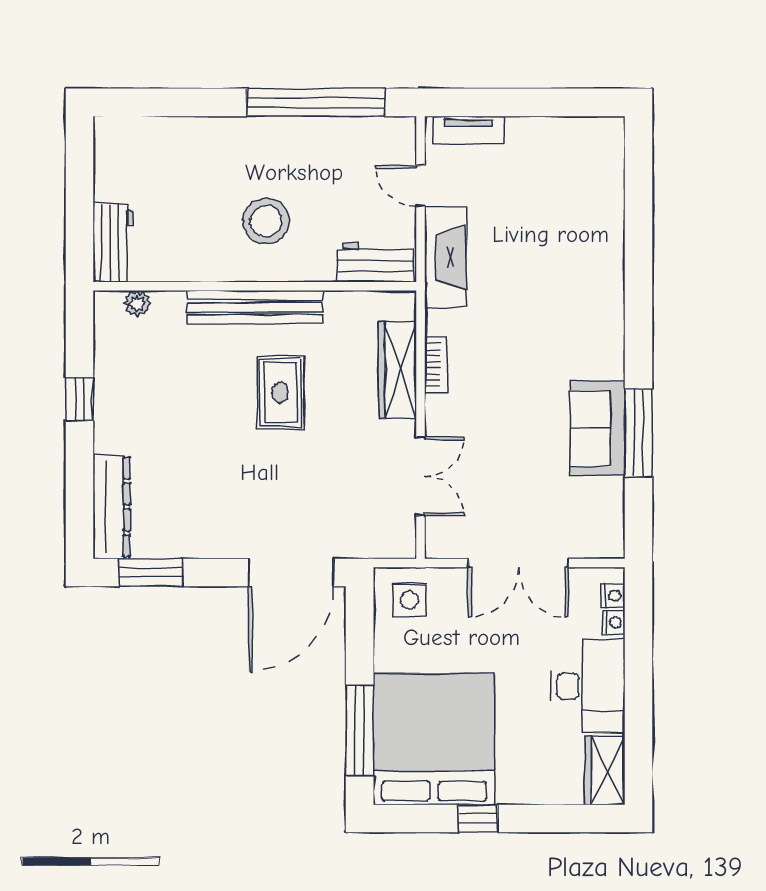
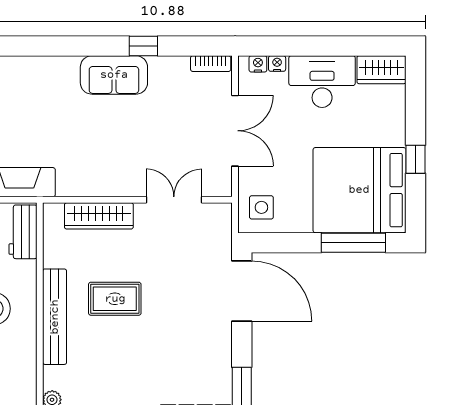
bookcase: (436, 365) -> (211, 64), moved, turned 180
sofa: (597, 428) -> (114, 75), moved
window: (638, 433) -> (143, 46), width x0.46

